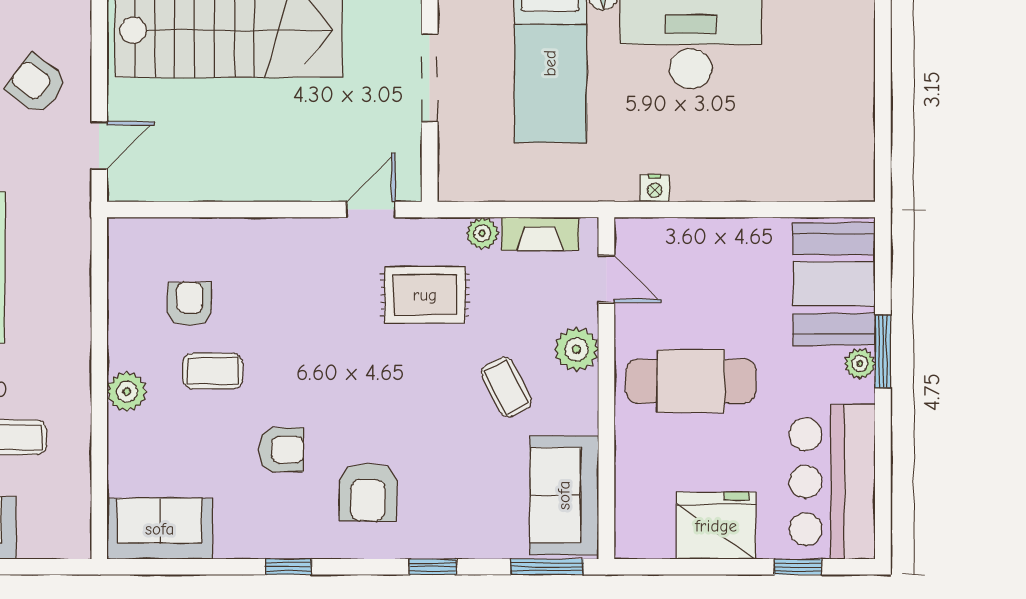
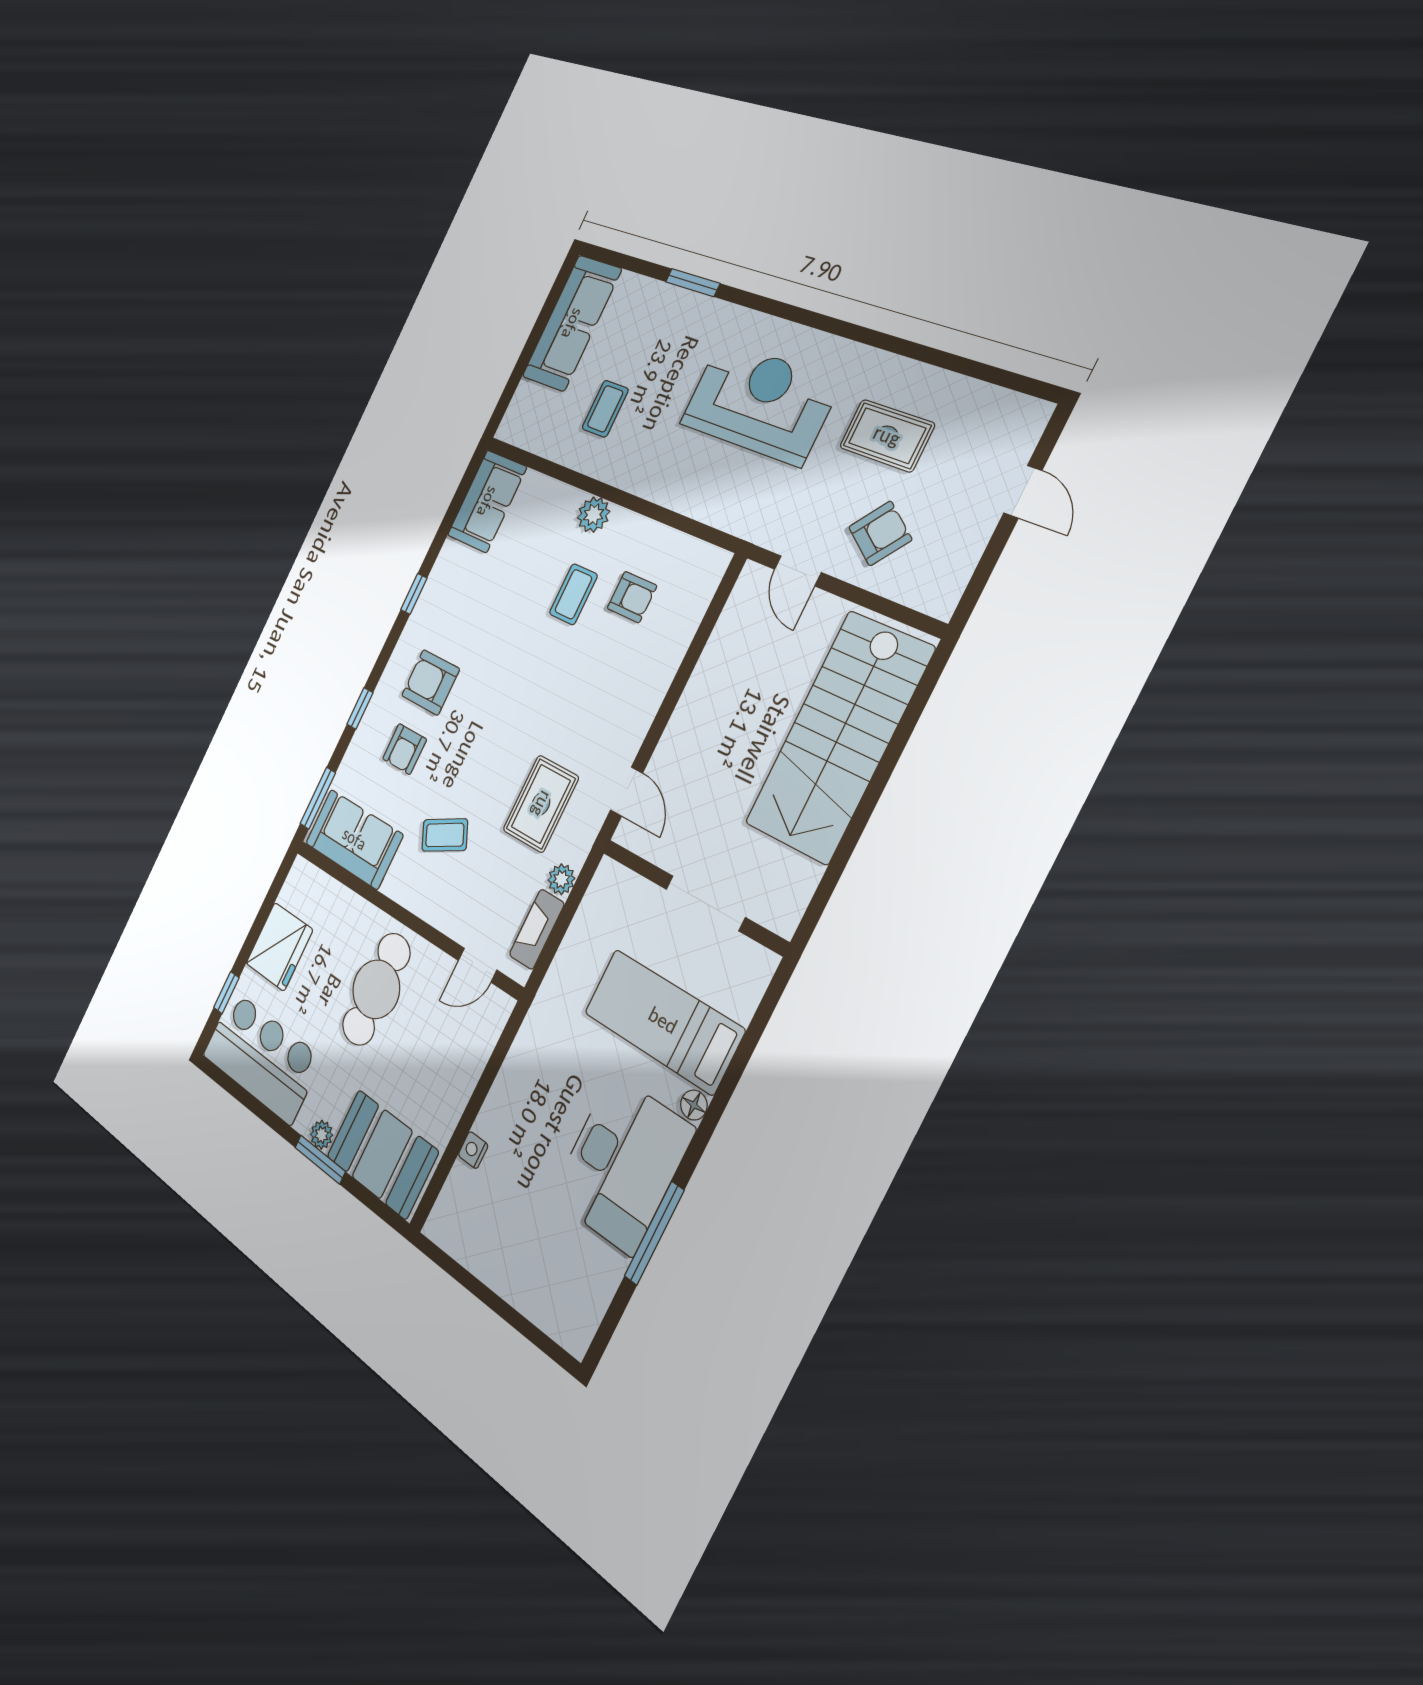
nightstand: (655, 188) -> (473, 1150), moved
plant: (576, 349) -> (442, 909), removed
armchair: (281, 450) -> (405, 749), moved

